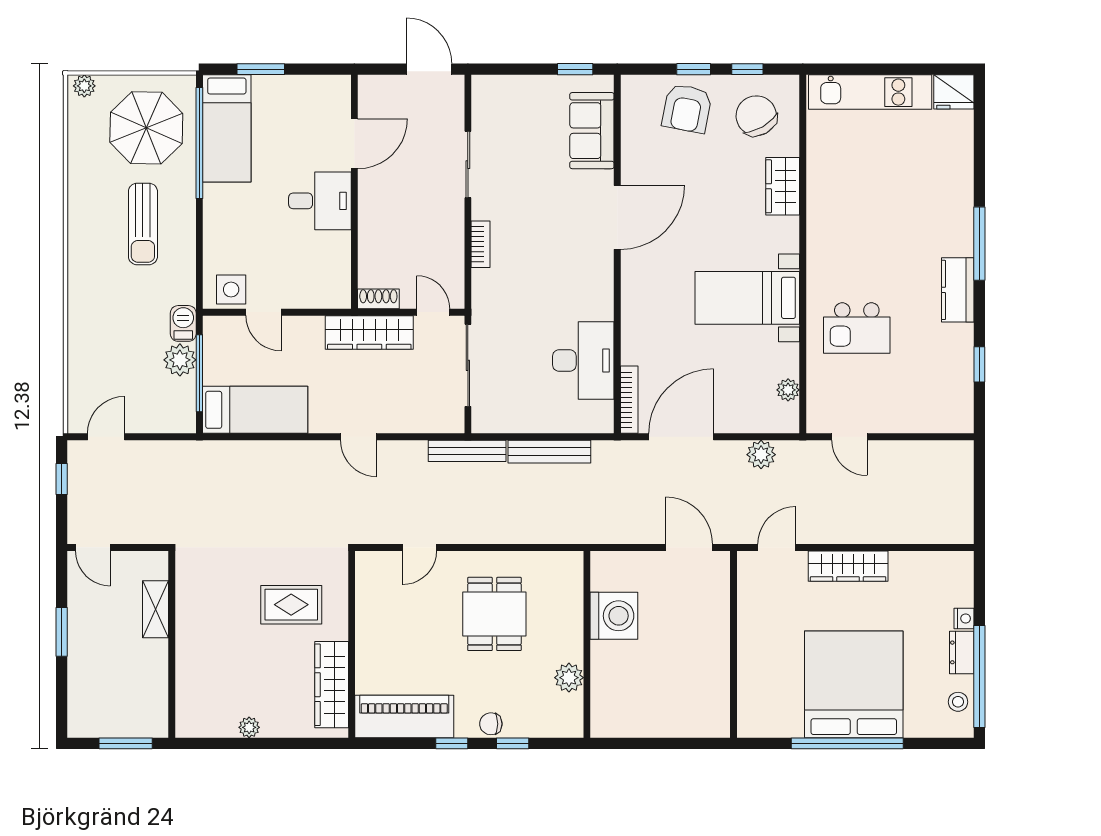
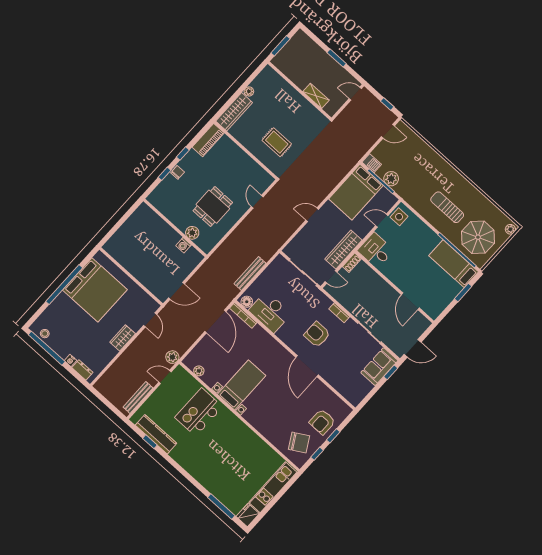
window: (575, 69) -> (391, 372), moved
armchair: (687, 108) -> (322, 422), turned -101
sofa: (592, 131) -> (379, 367), moved, turned -90
wardrobe: (783, 186) -> (268, 430), removed
desk: (320, 201) -> (376, 250), moved, turned 90
window: (979, 244) -> (221, 506), moved
armchair: (550, 249) -> (317, 334), added
kitchen counter: (958, 290) -> (156, 434), moved, width x1.50
barbecue: (183, 323) -> (372, 163), moved
kitchen island: (857, 328) -> (199, 412), width x1.37, depth x1.28
bed: (255, 410) -> (356, 192), width x1.50
floor lamp: (601, 414) -> (247, 302), added
door: (106, 437) -> (388, 131), hinge flipped
bench: (467, 451) -> (138, 397), moved
plant: (761, 455) -> (172, 357), moved
wardrobe: (848, 566) -> (123, 338), width x0.67
rug: (291, 605) -> (277, 142), turned 90
dining table: (494, 614) -> (213, 207), turned 90
washing machine: (614, 616) -> (183, 245), width x0.53, depth x0.53
dresser: (962, 652) -> (82, 370), moved
plant: (569, 678) -> (192, 233), moved
bed: (854, 684) -> (95, 290), moved
wardrobe: (332, 685) -> (234, 112), moved, turned 90
piano: (404, 716) -> (208, 140), width x0.73, depth x0.75

